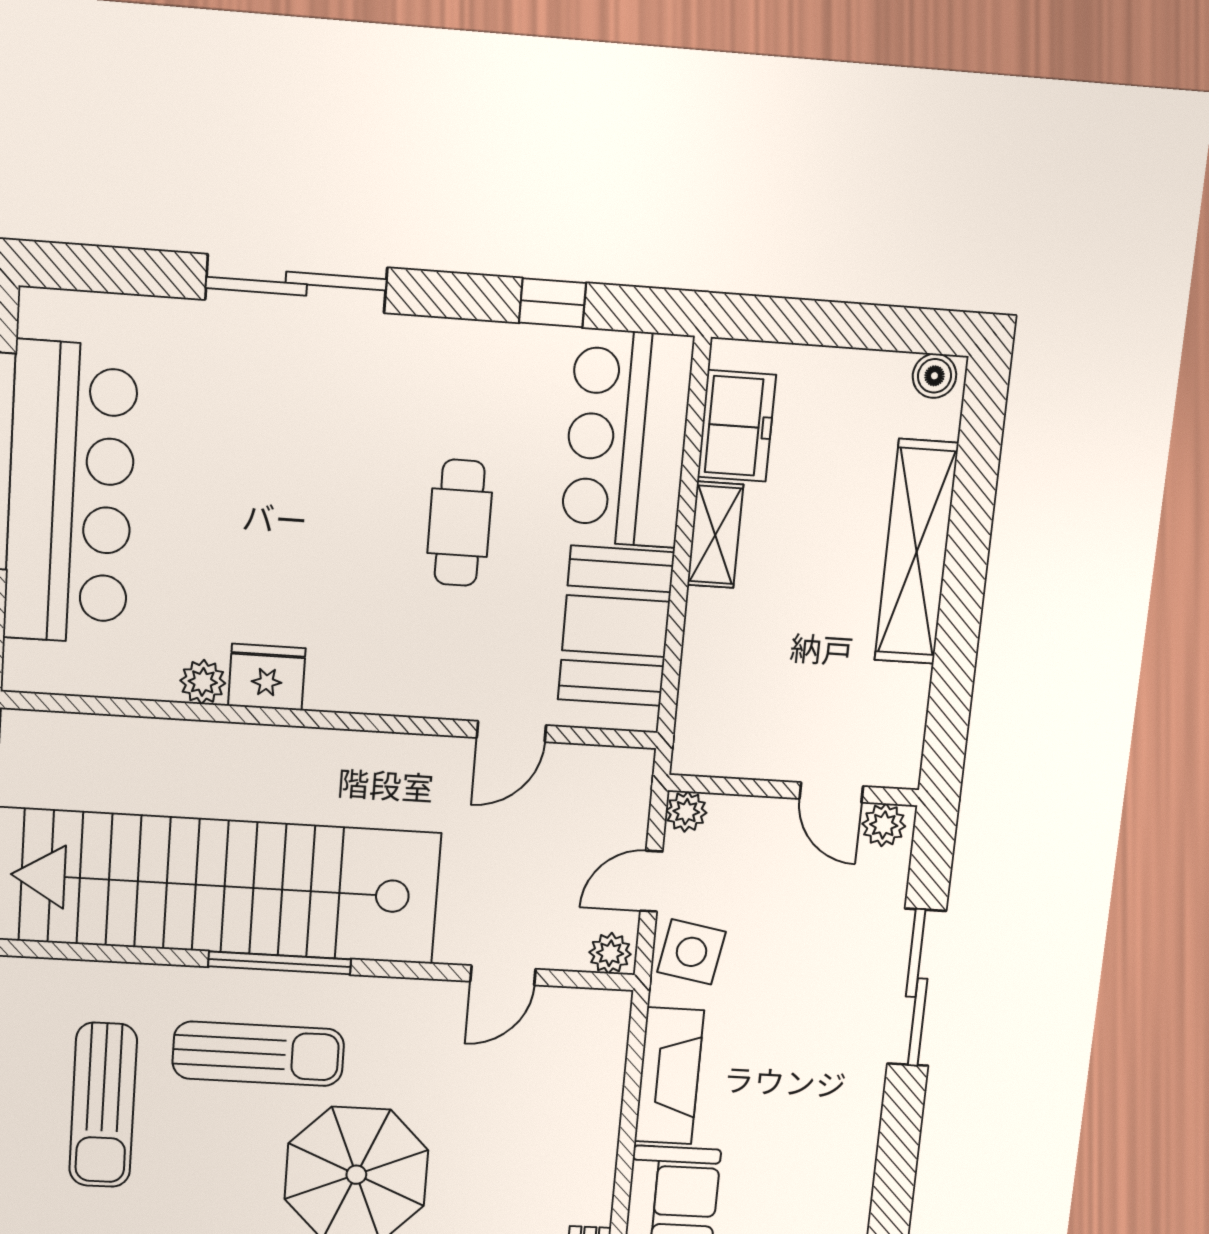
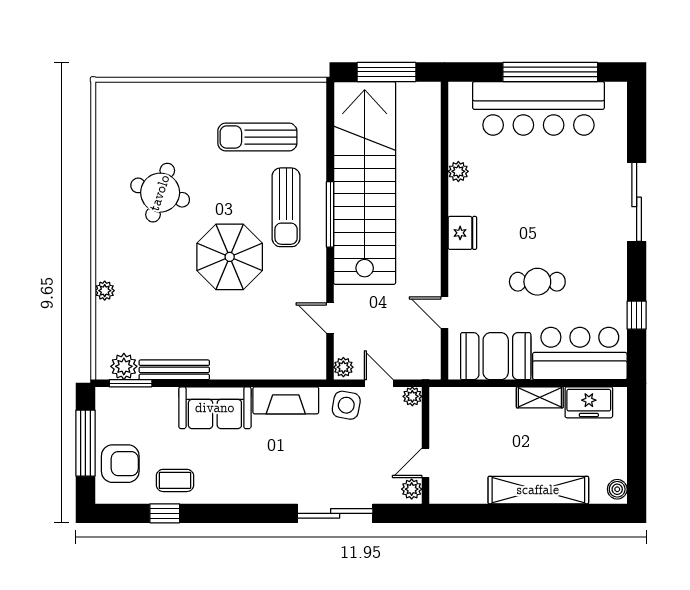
fridge: (267, 677) -> (462, 233), moved

